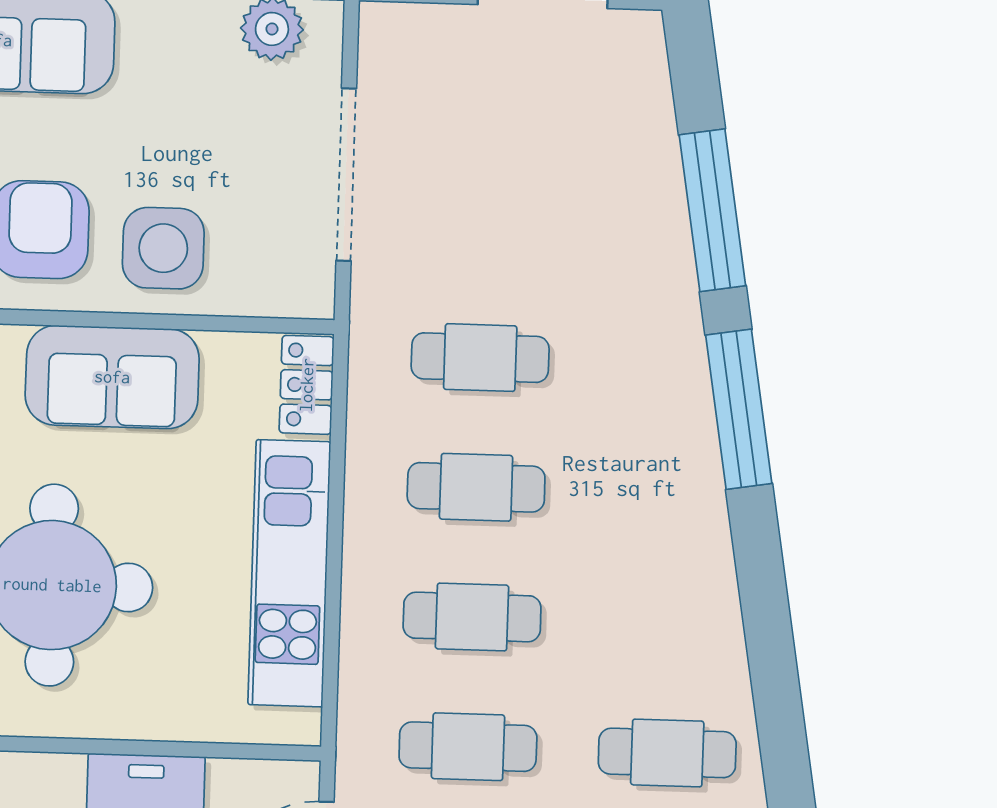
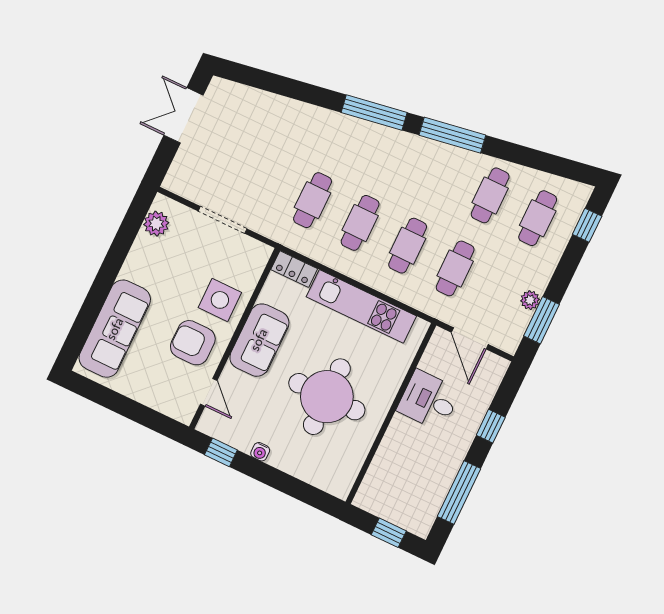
doorway: (346, 175) -> (223, 220), width x0.73
window: (712, 210) -> (452, 135), moved

